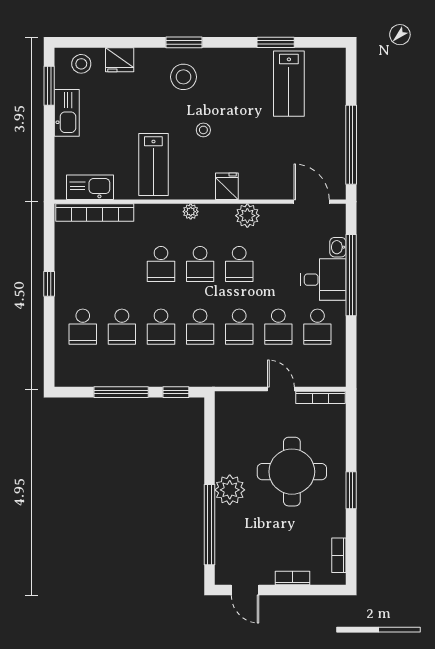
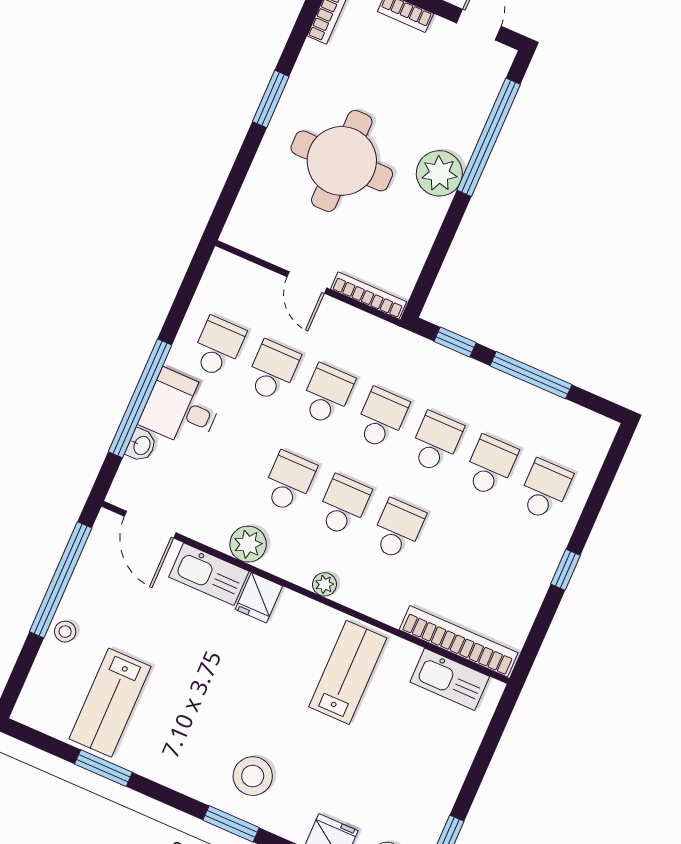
lab bench: (289, 84) -> (110, 703), turned 180
kitchen sink: (67, 113) -> (209, 574), moved, turned -90
stool: (203, 130) -> (65, 632), moved
bookcase: (321, 397) -> (368, 295), moved

